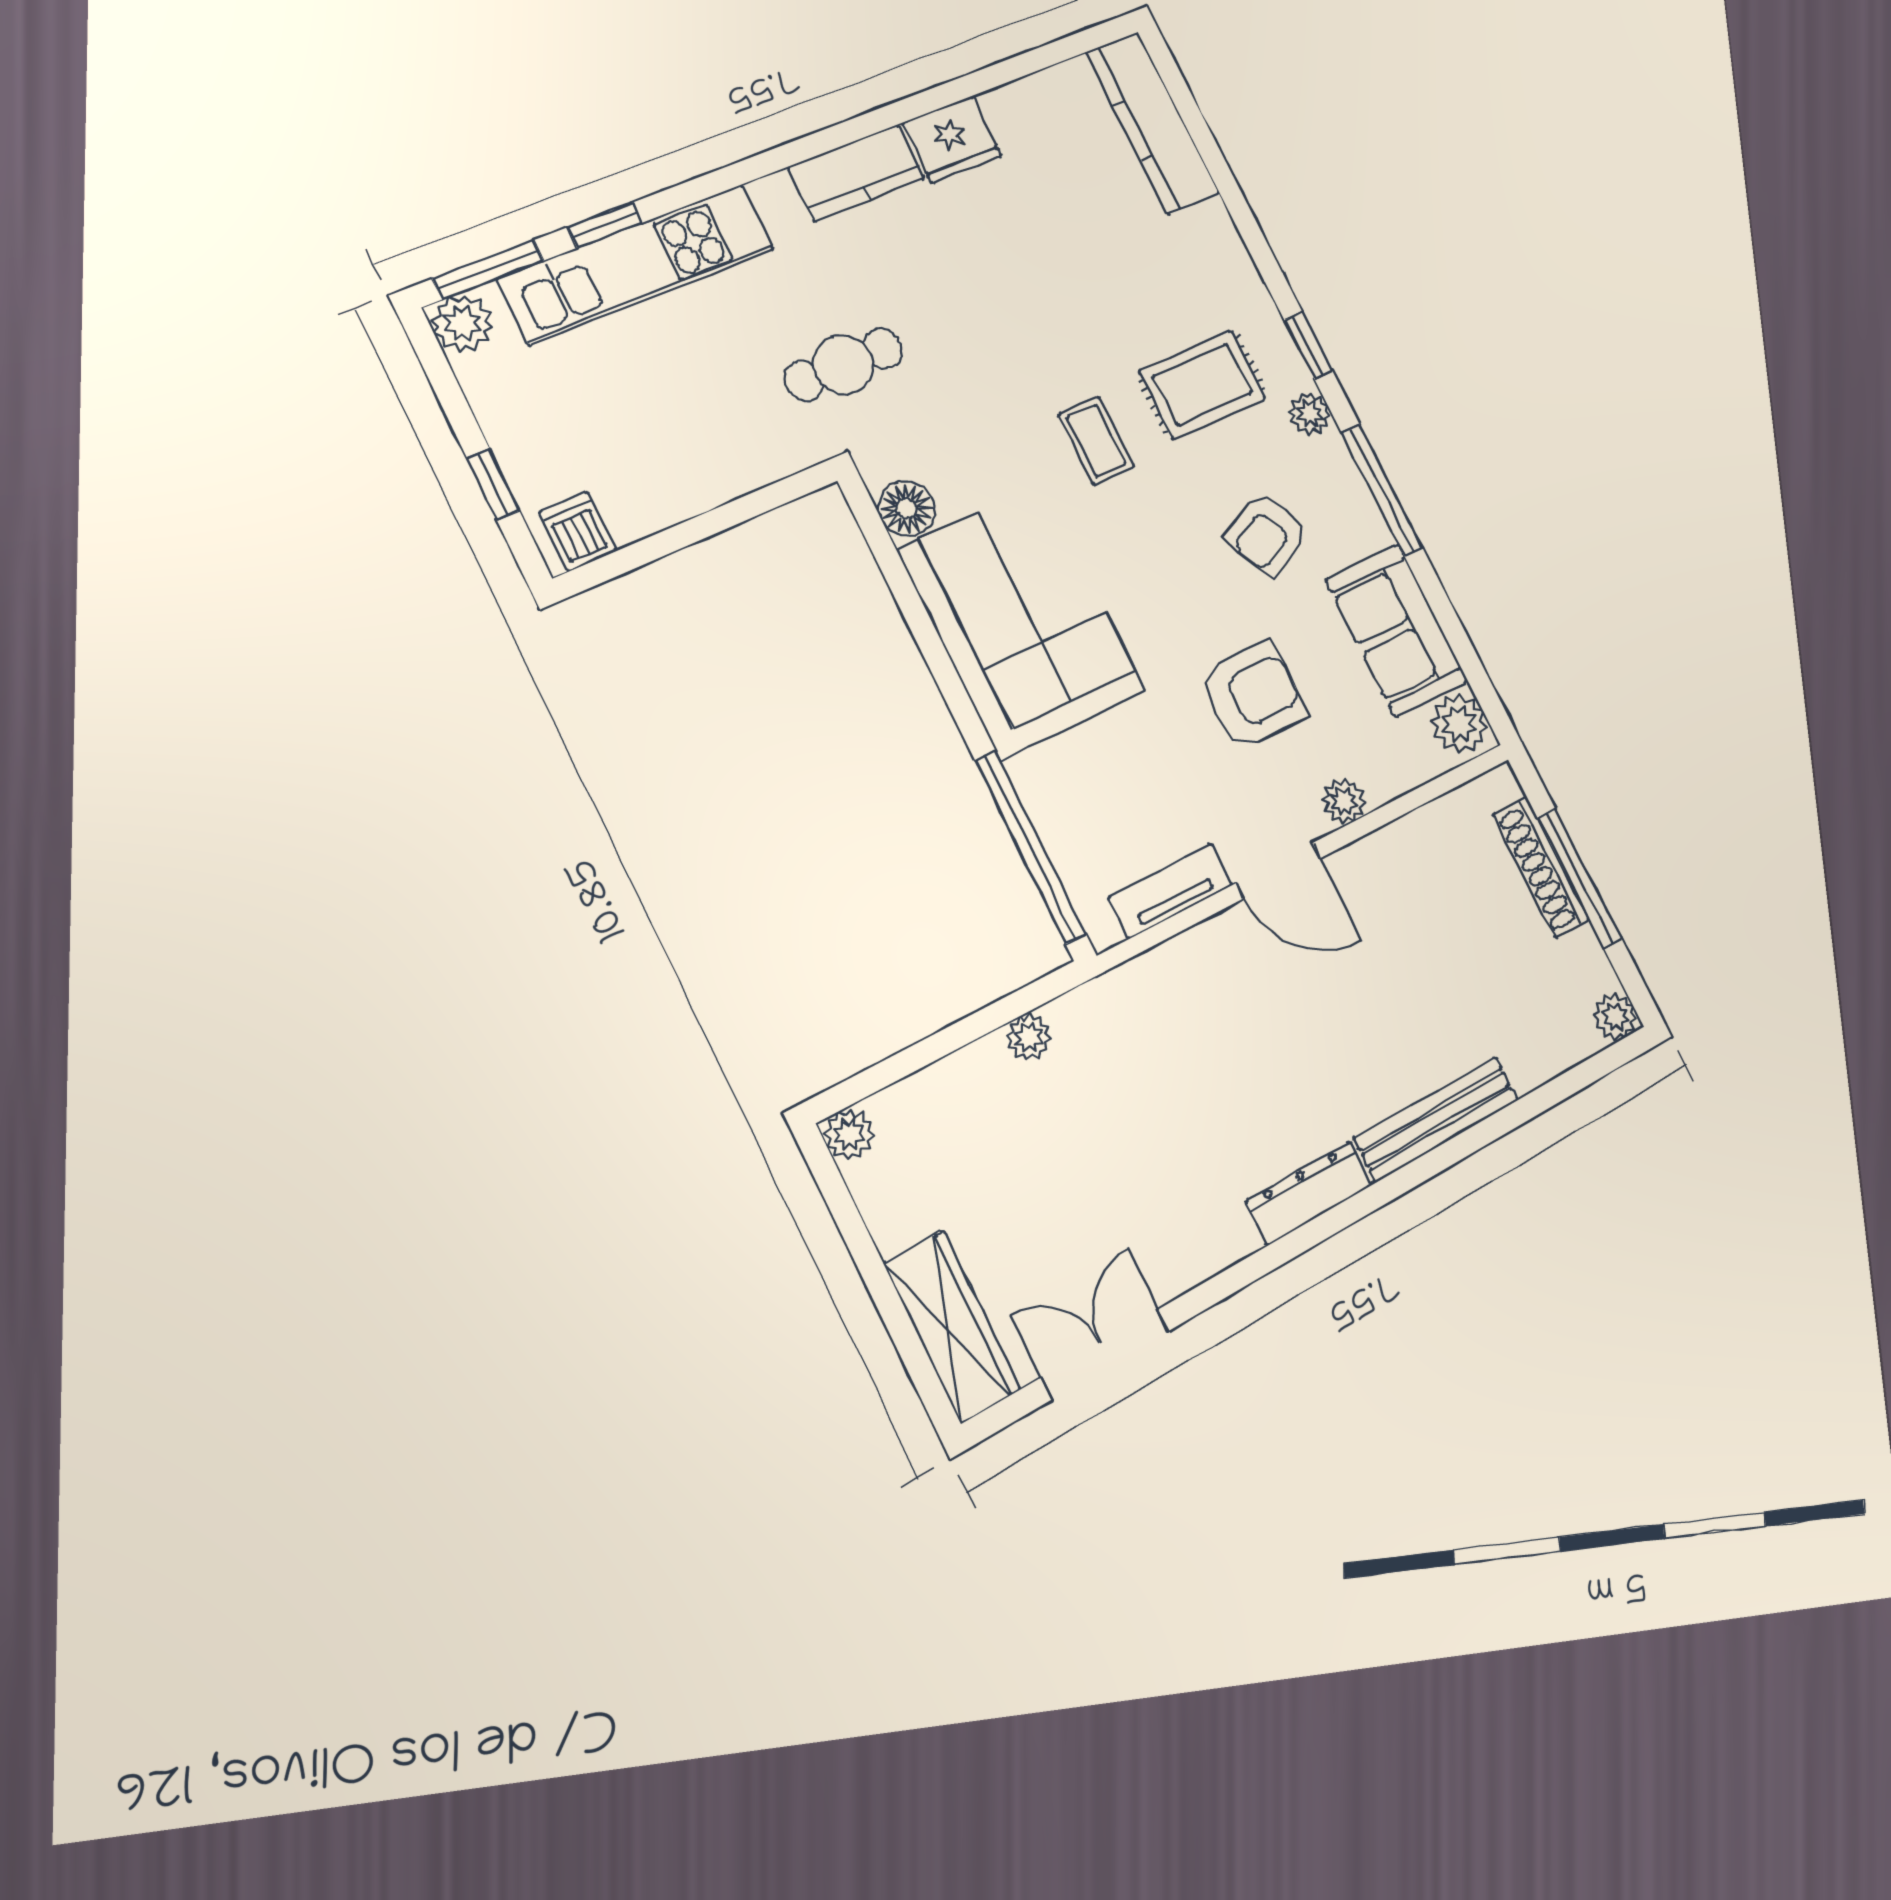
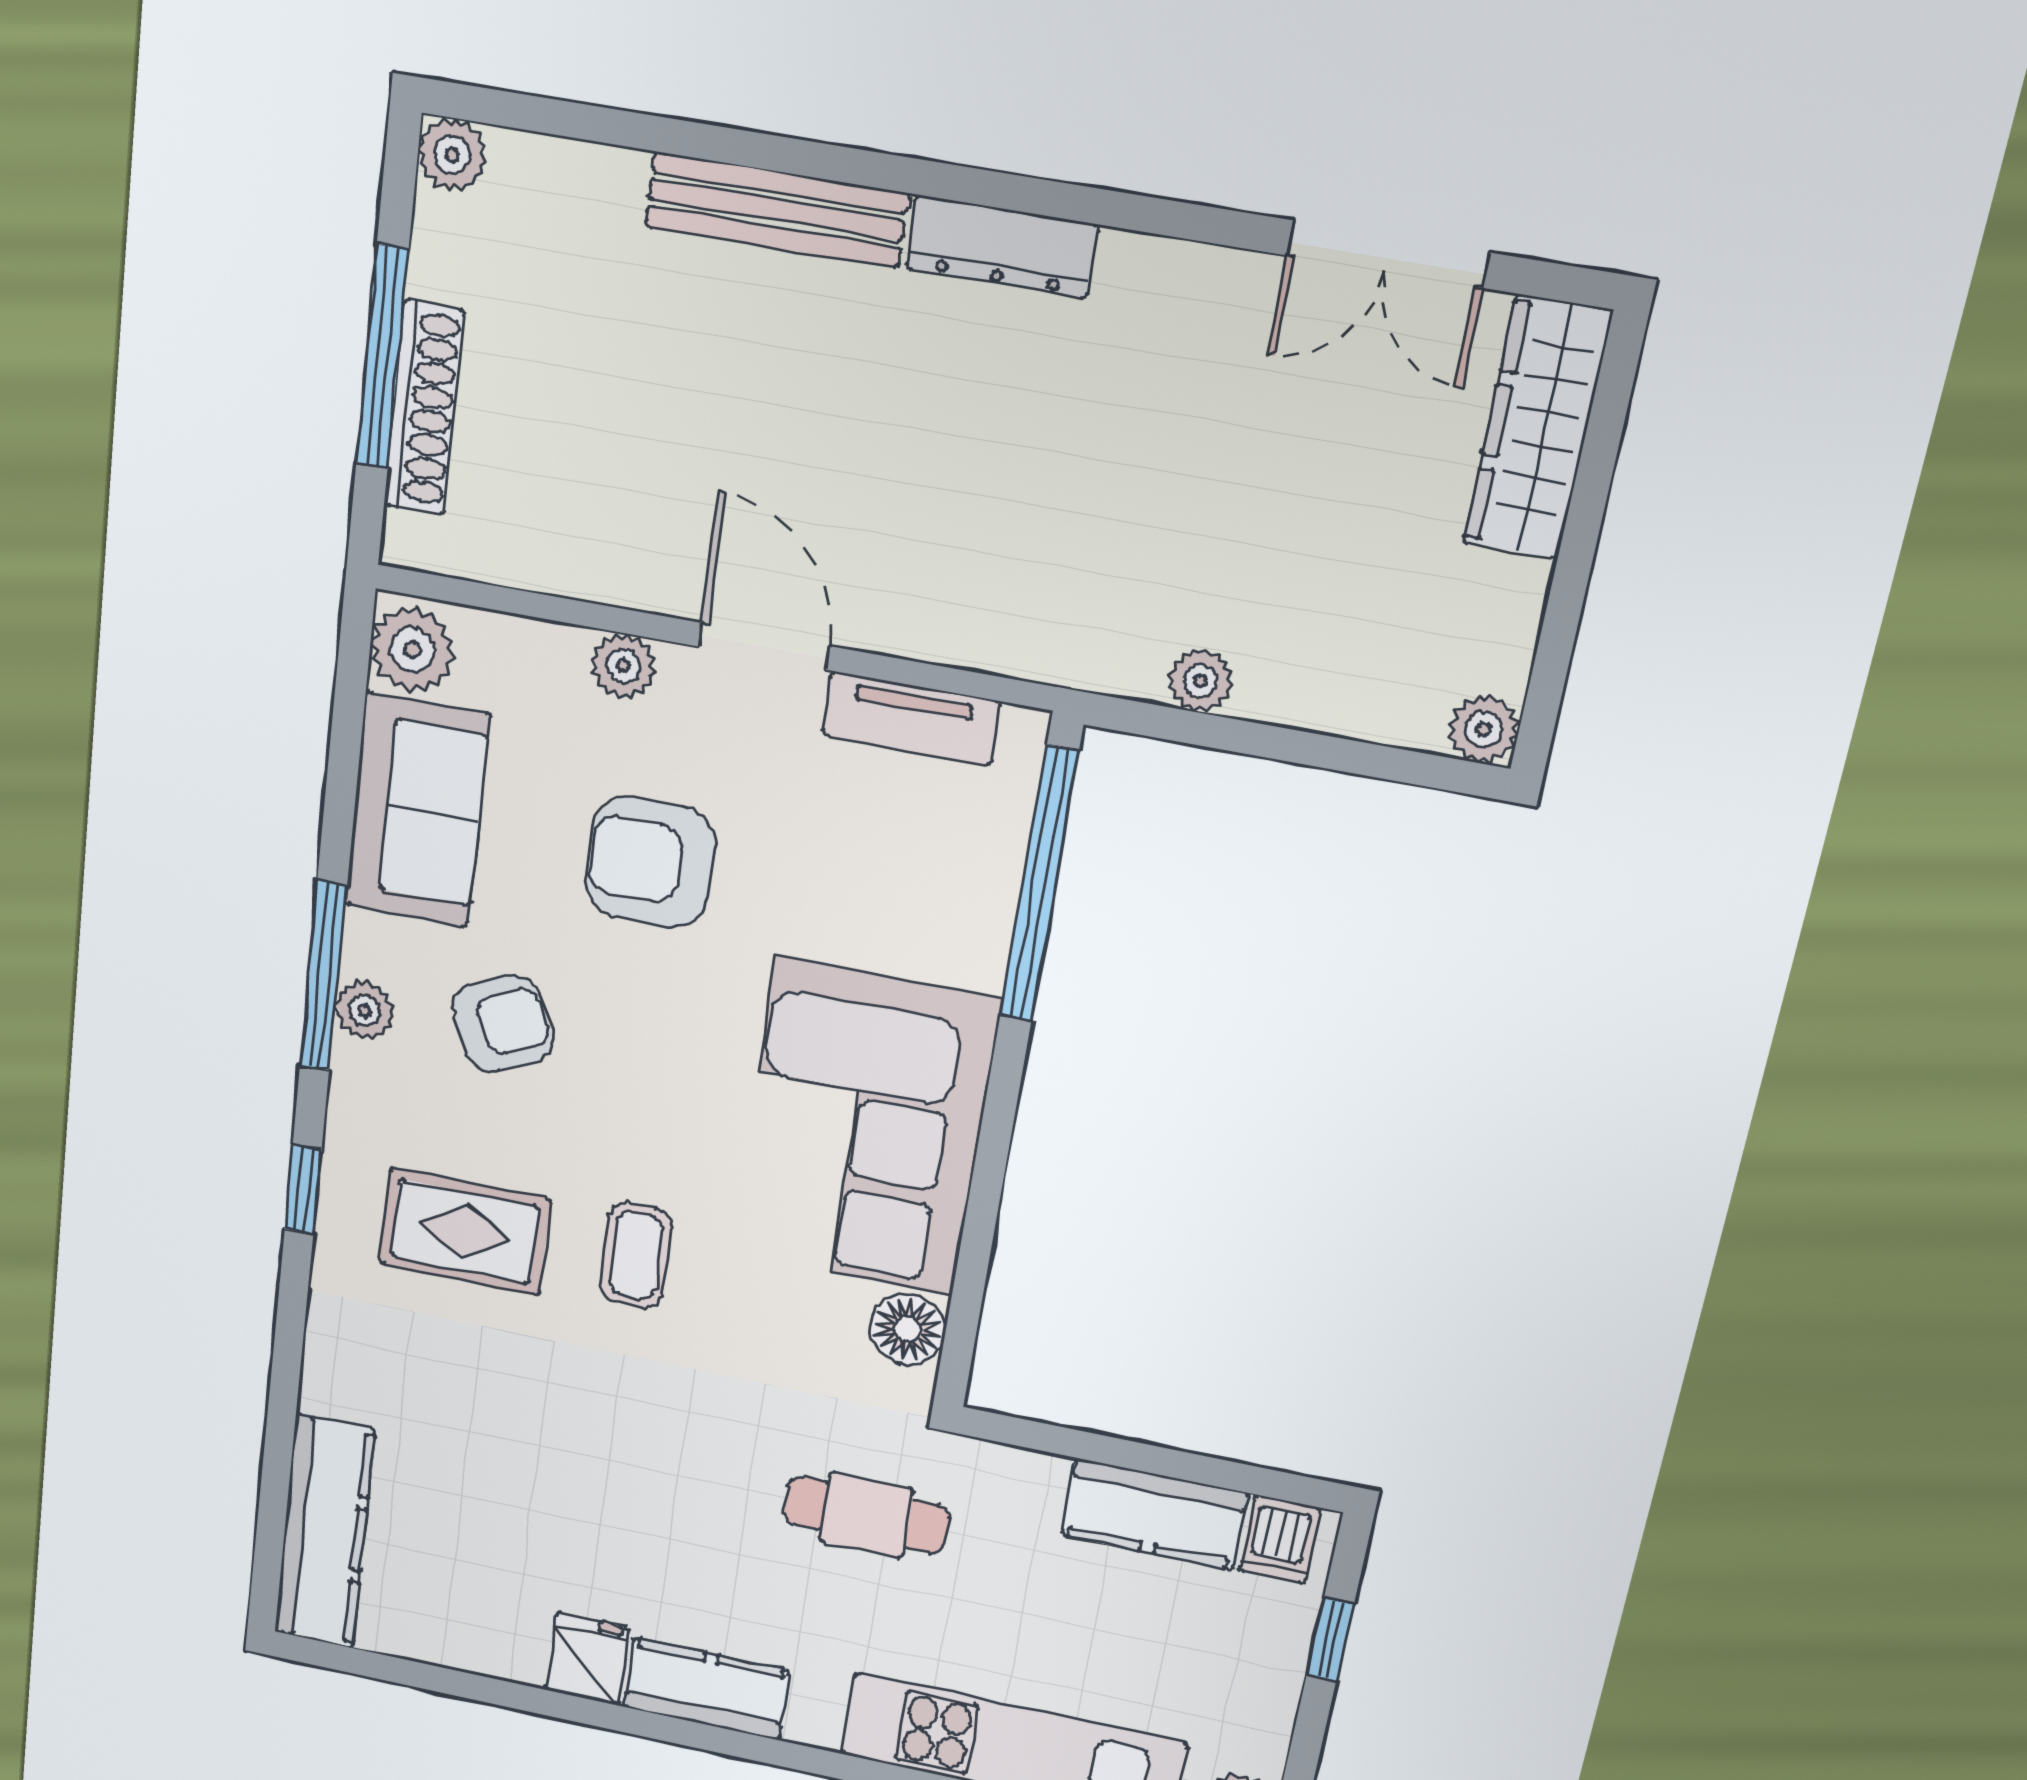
fridge: (952, 139) -> (587, 1659), width x0.72
plant: (1310, 414) -> (365, 1010), moved
kitchen counter: (669, 492) -> (1155, 1514), added

